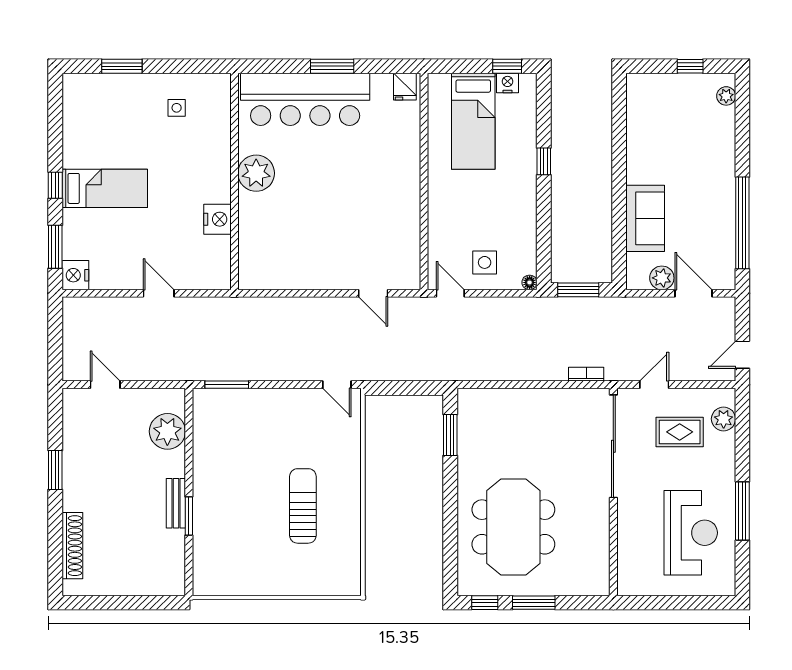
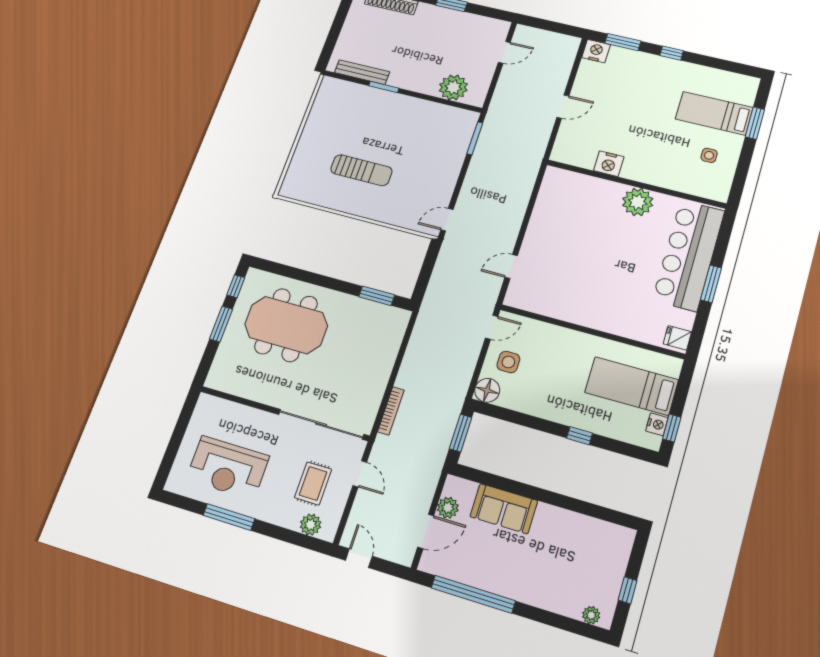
bed: (105, 188) -> (714, 113), moved, turned 90
floor lamp: (530, 282) -> (487, 390), width x1.89, depth x1.89
bookcase: (586, 374) -> (391, 411), width x1.56
bench: (176, 503) -> (362, 72), moved, width x1.36

